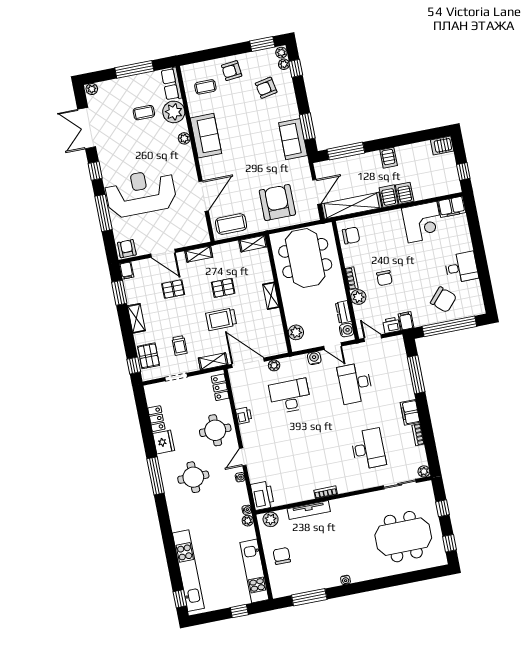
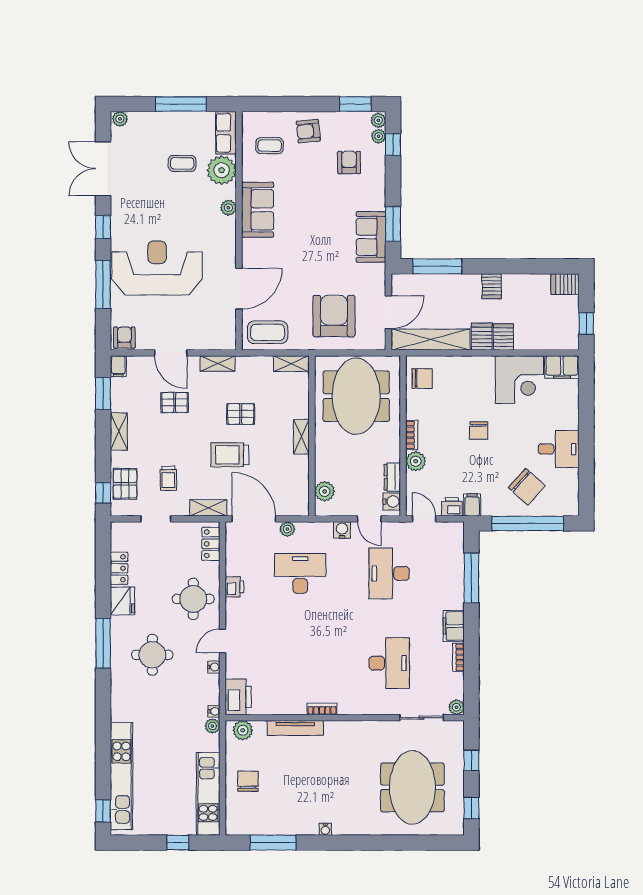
armchair: (266, 88) -> (349, 162), turned 101
chair: (384, 278) -> (479, 431), moved
meeting table: (403, 537) -> (412, 787), turned 90

